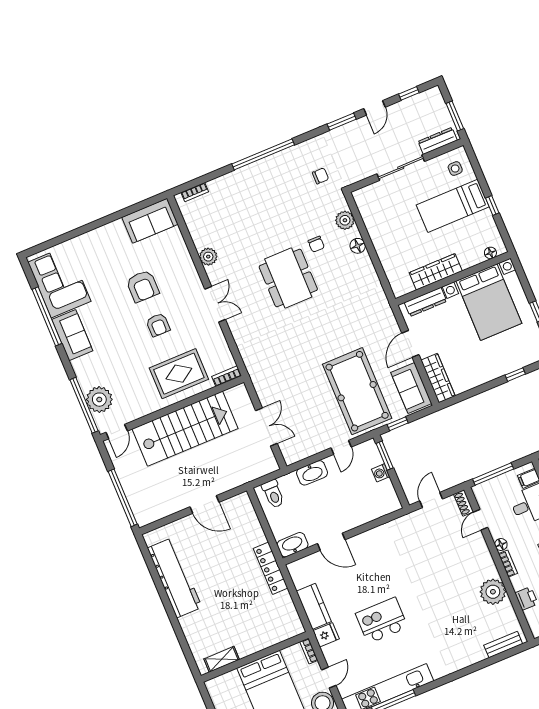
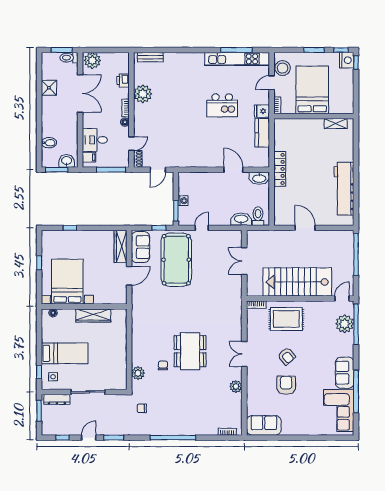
window: (492, 205) -> (39, 372), moved
floor lamp: (358, 246) -> (137, 353), removed
dresser: (426, 302) -> (108, 299), removed
armchair: (158, 325) -> (287, 356), turned 140
washbasin: (312, 473) -> (241, 219), moved

